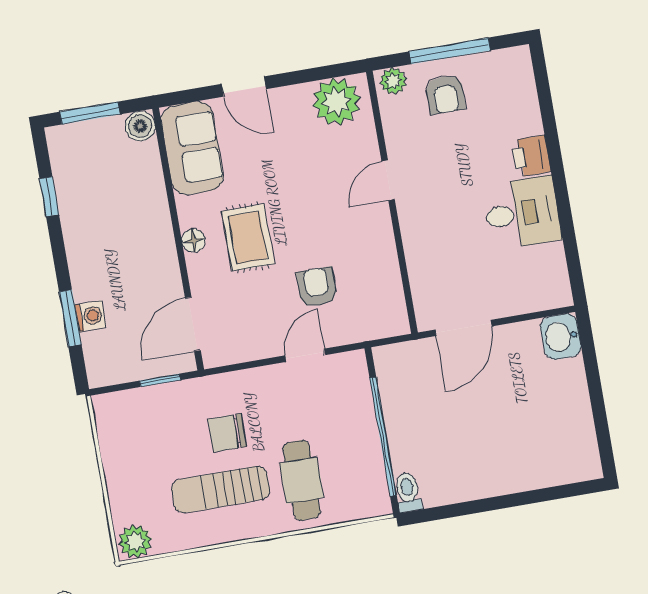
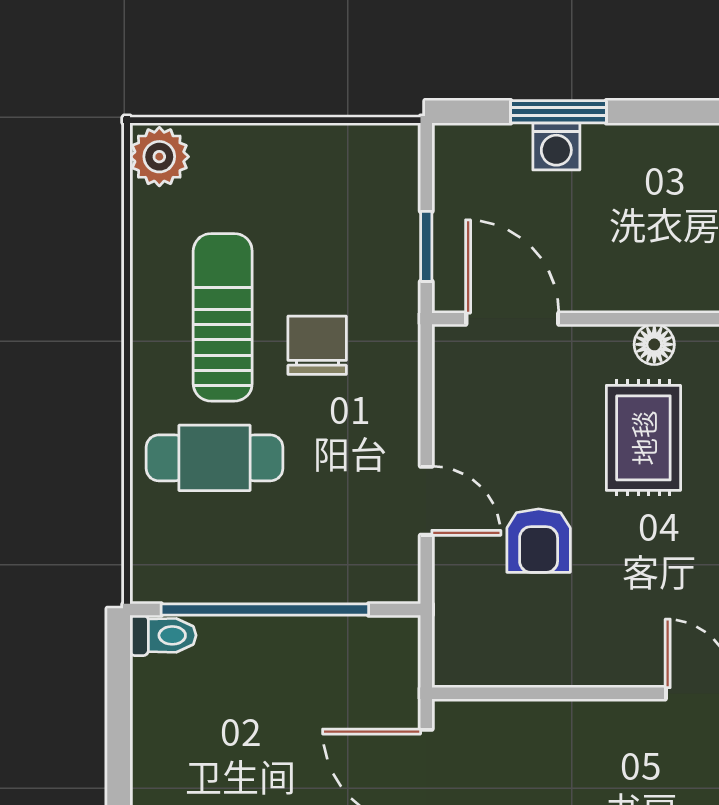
rug: (248, 237) -> (643, 438), turned 90
armchair: (317, 287) -> (539, 541), turned 90

